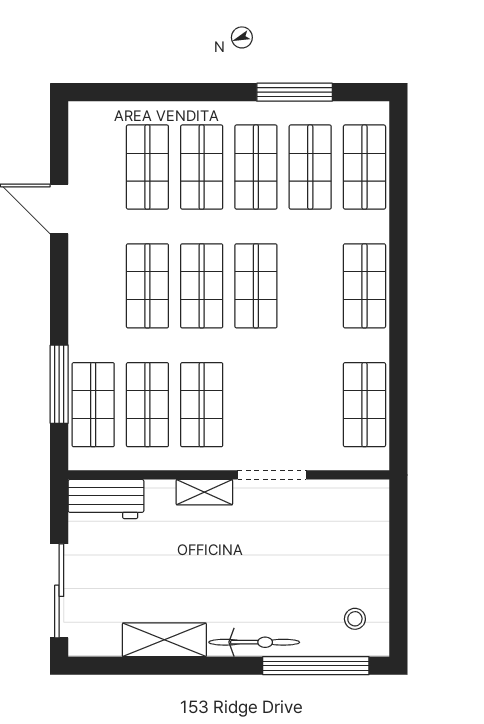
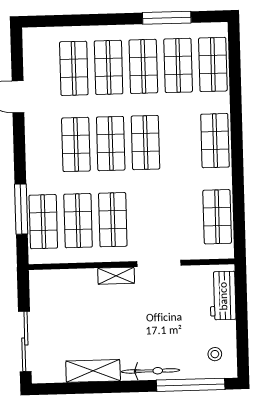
workbench: (106, 499) -> (223, 296), moved, turned 90

